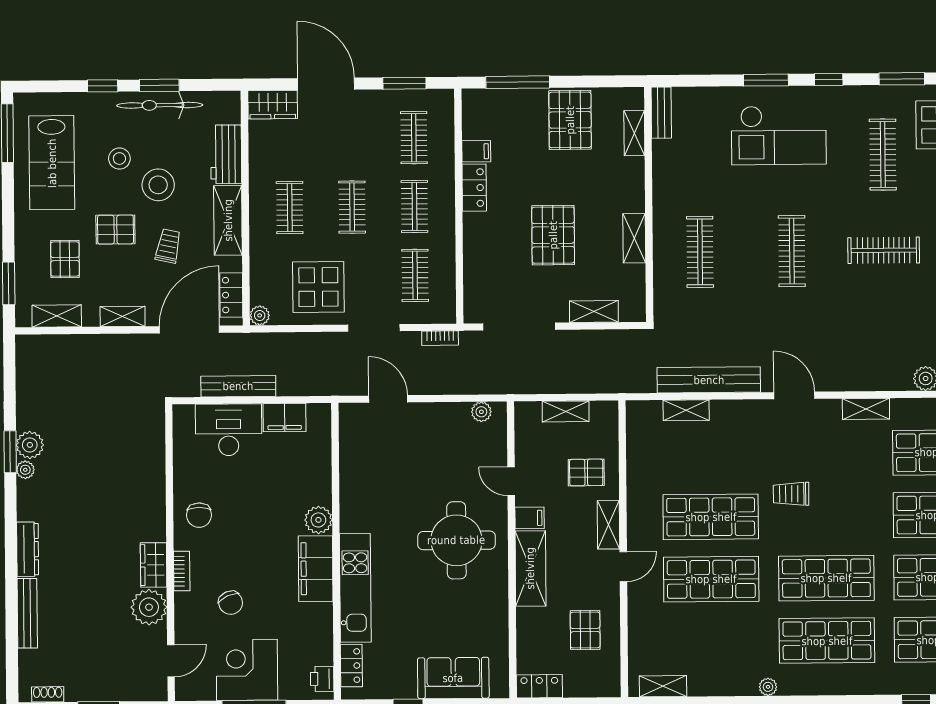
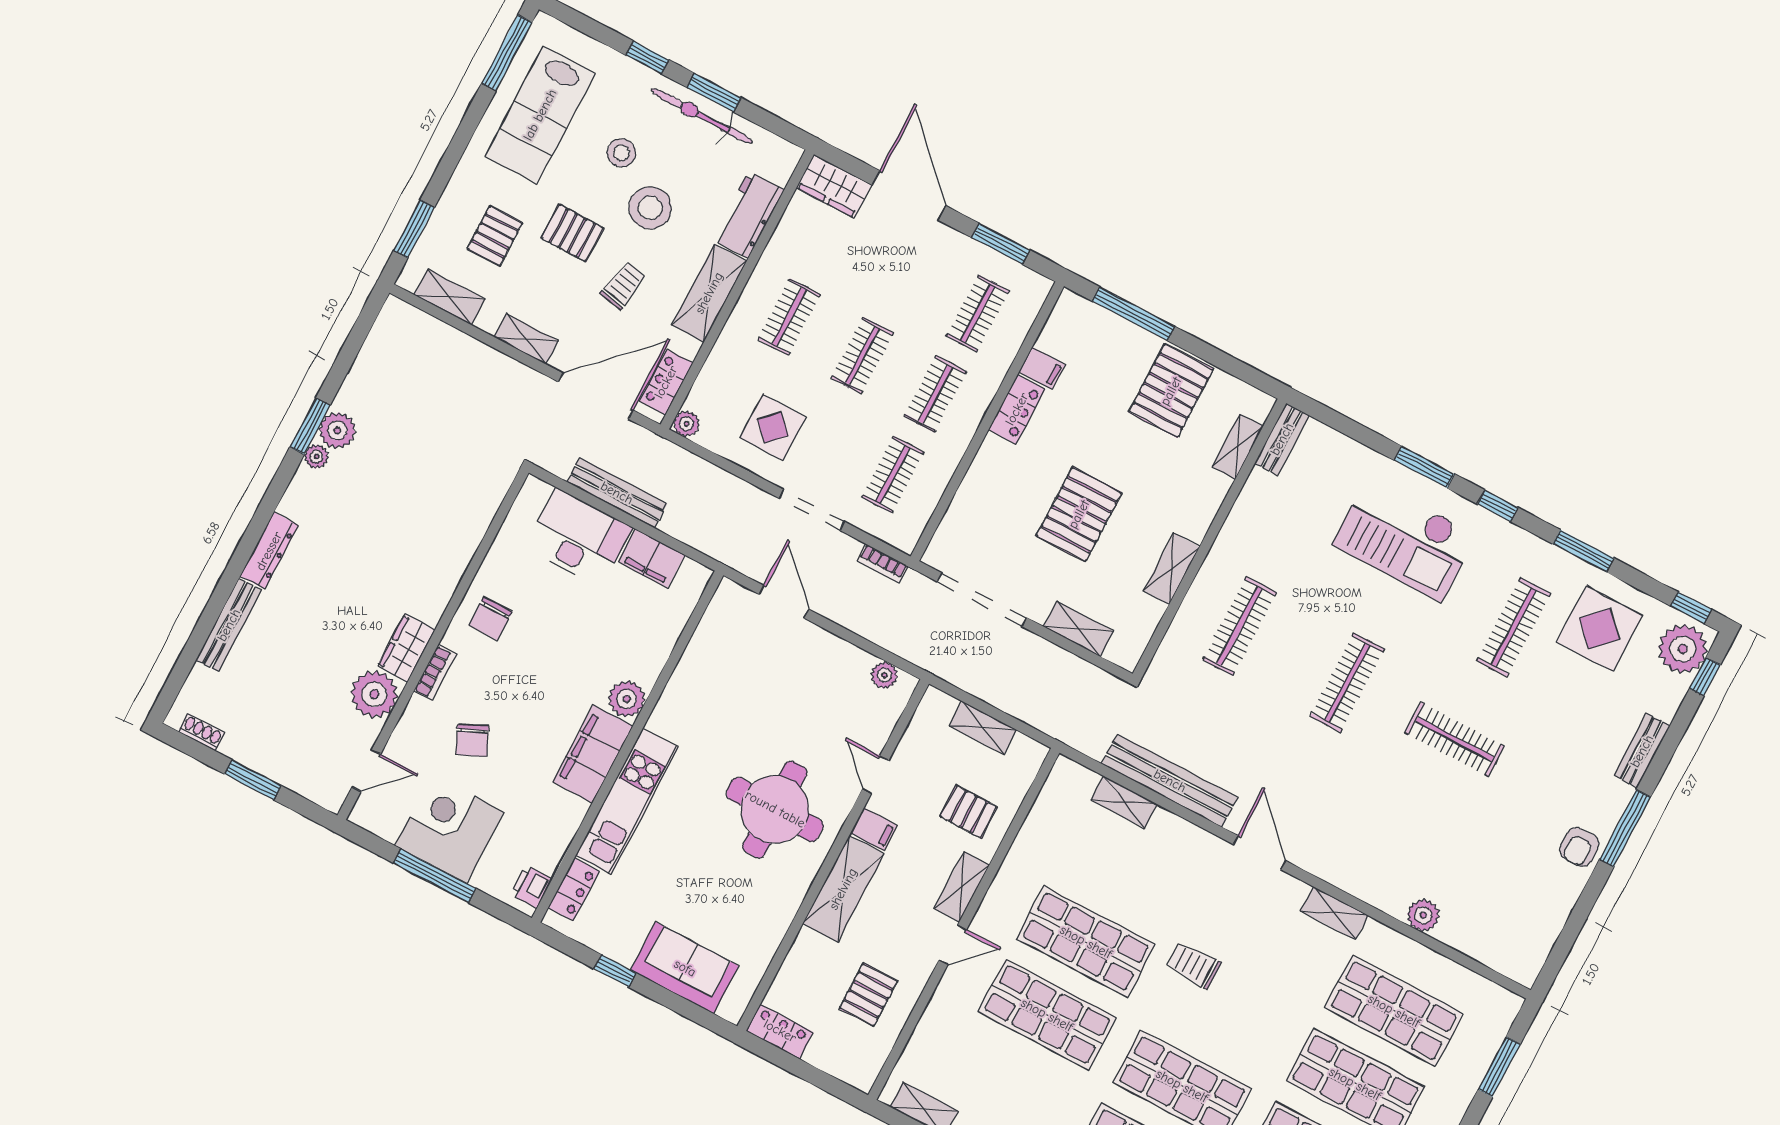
display table: (318, 287) -> (773, 427), width x0.73, depth x0.73

